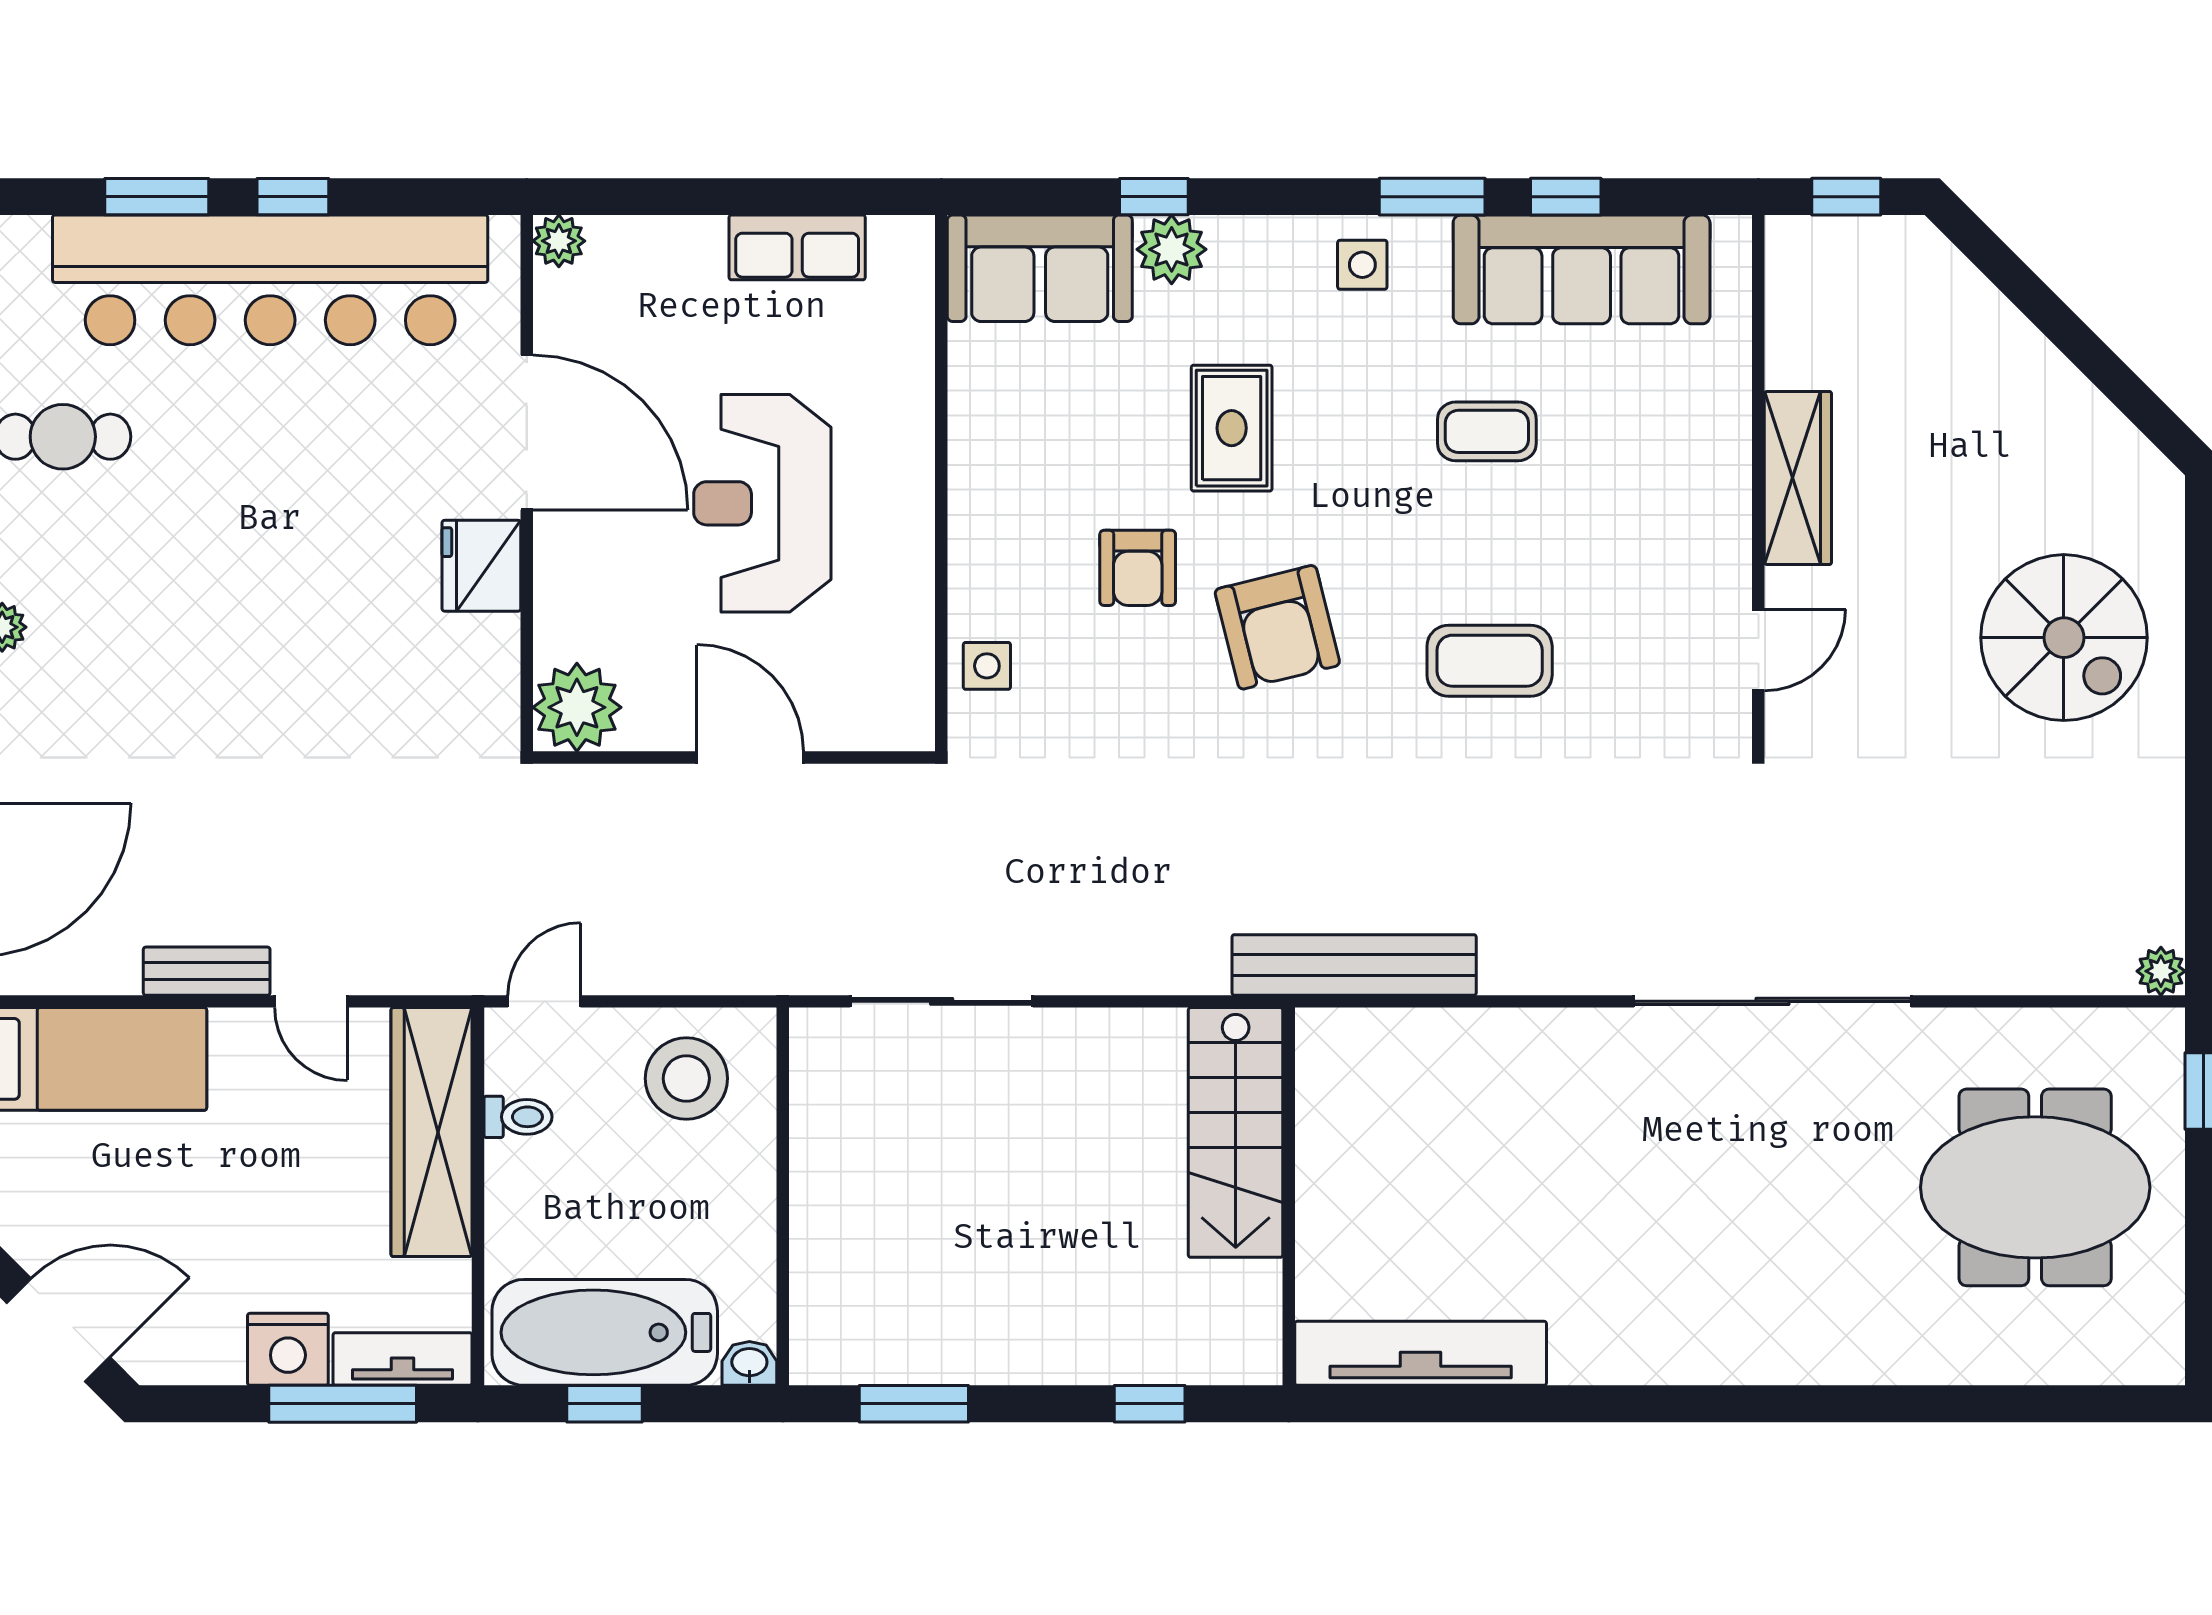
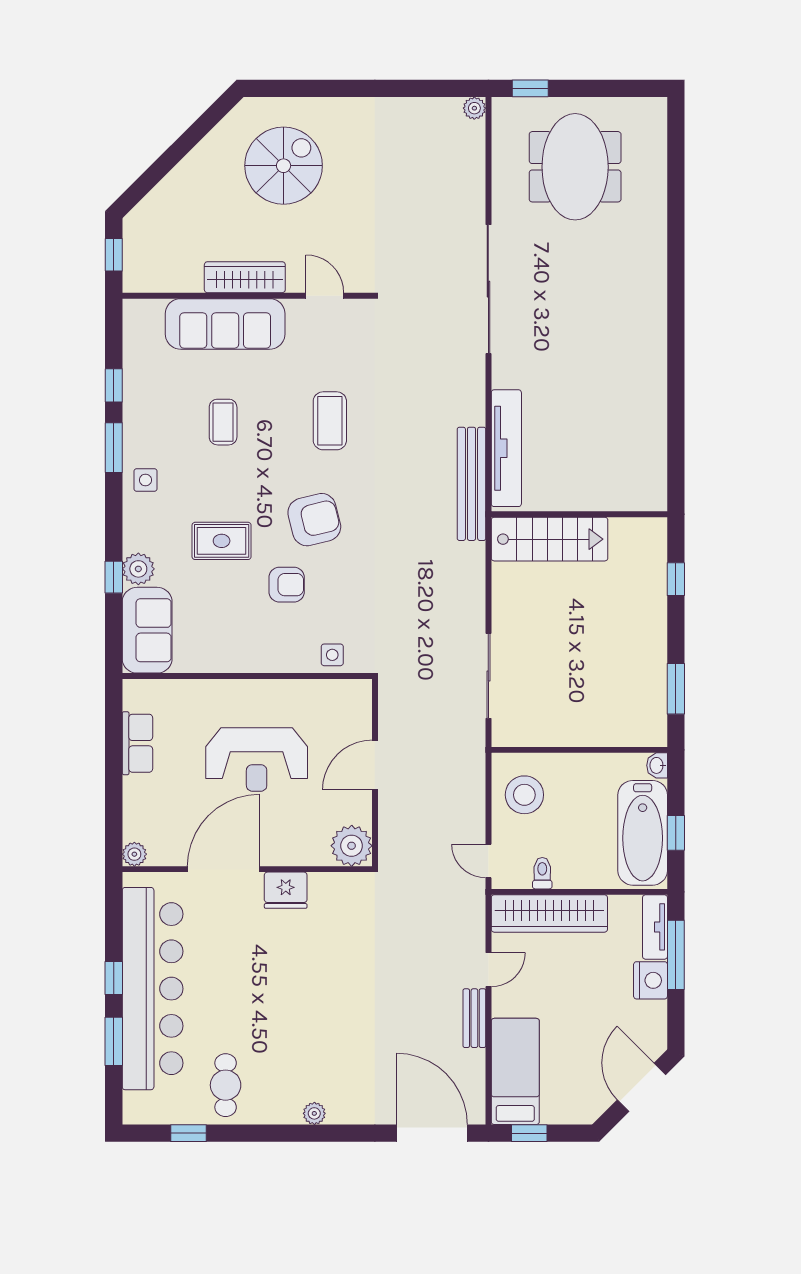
sofa: (1582, 269) -> (225, 324), moved, turned 90
spiral stairs: (2064, 638) -> (284, 166), moved
tv unit: (1421, 1353) -> (506, 448), moved, turned 180

